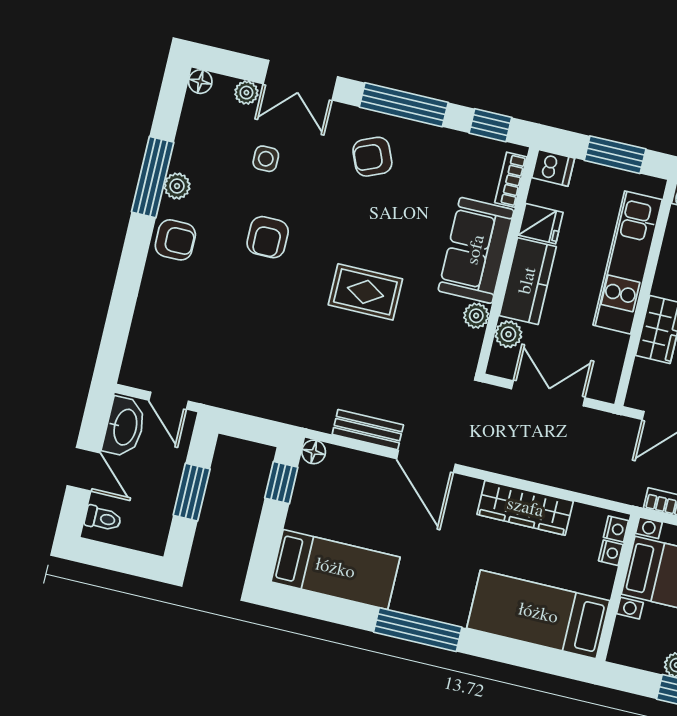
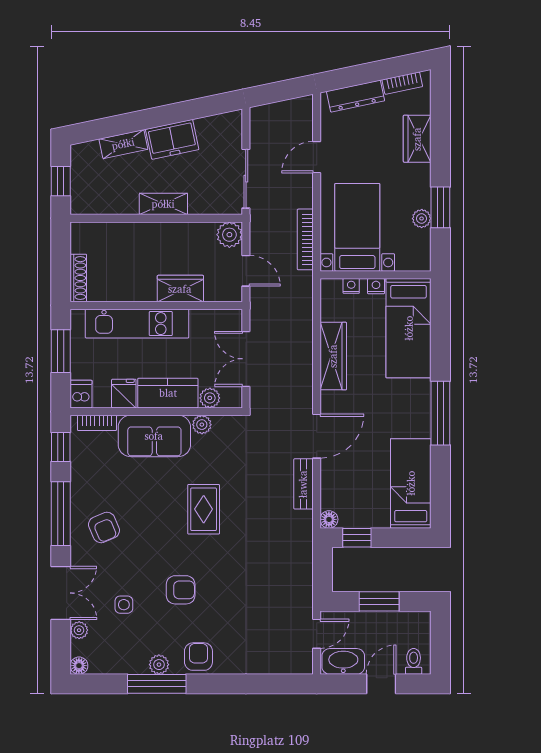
nightstand: (616, 529) -> (376, 286), moved

